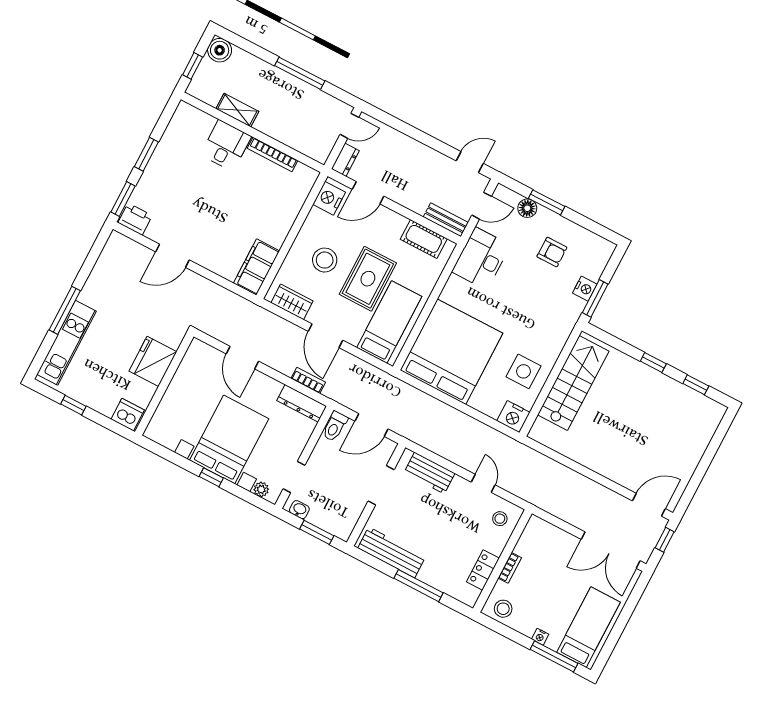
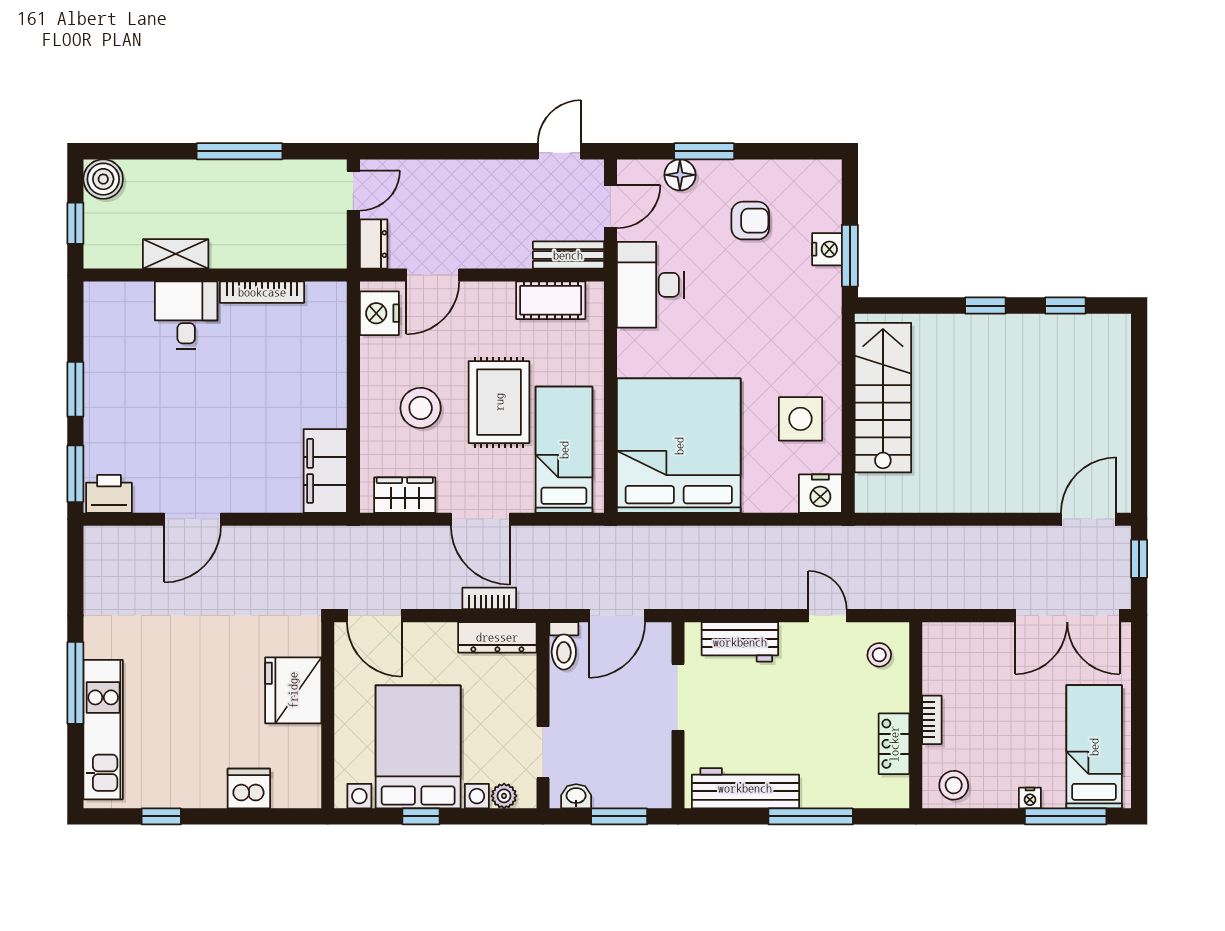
fridge: (153, 361) -> (293, 690), moved
wall: (164, 384) -> (328, 715), moved

